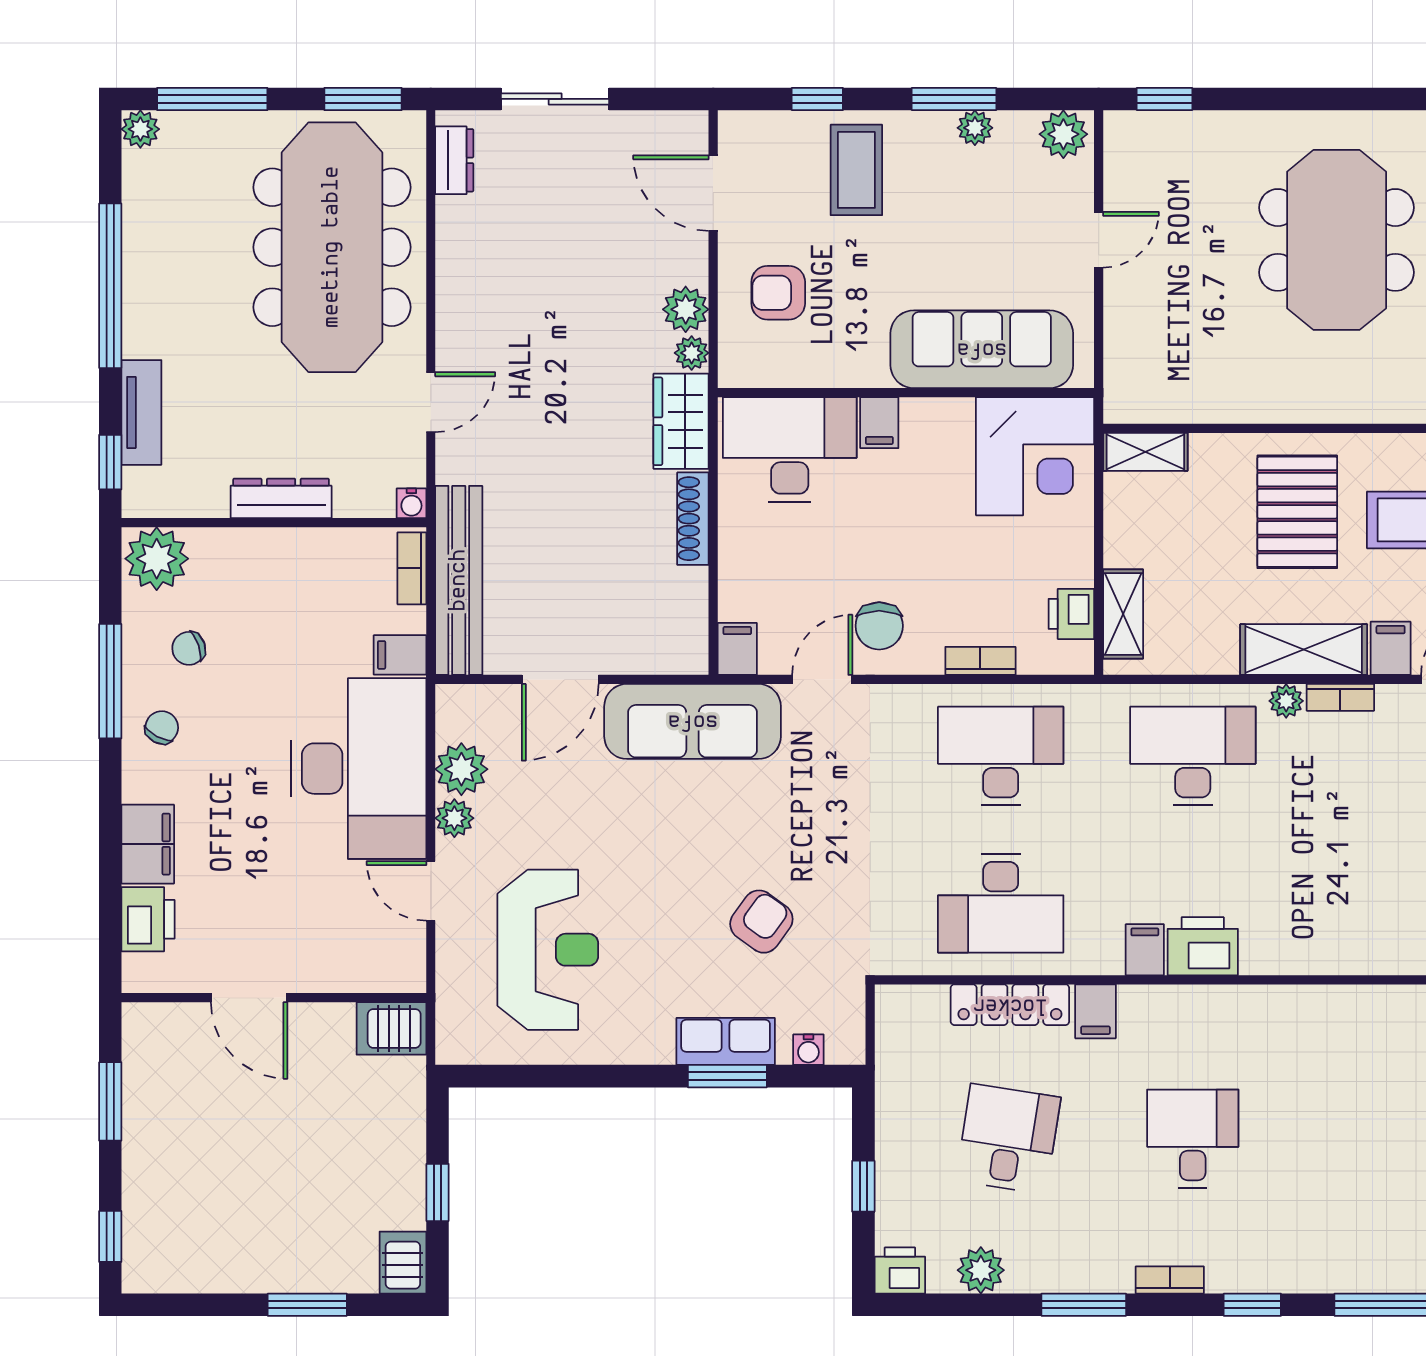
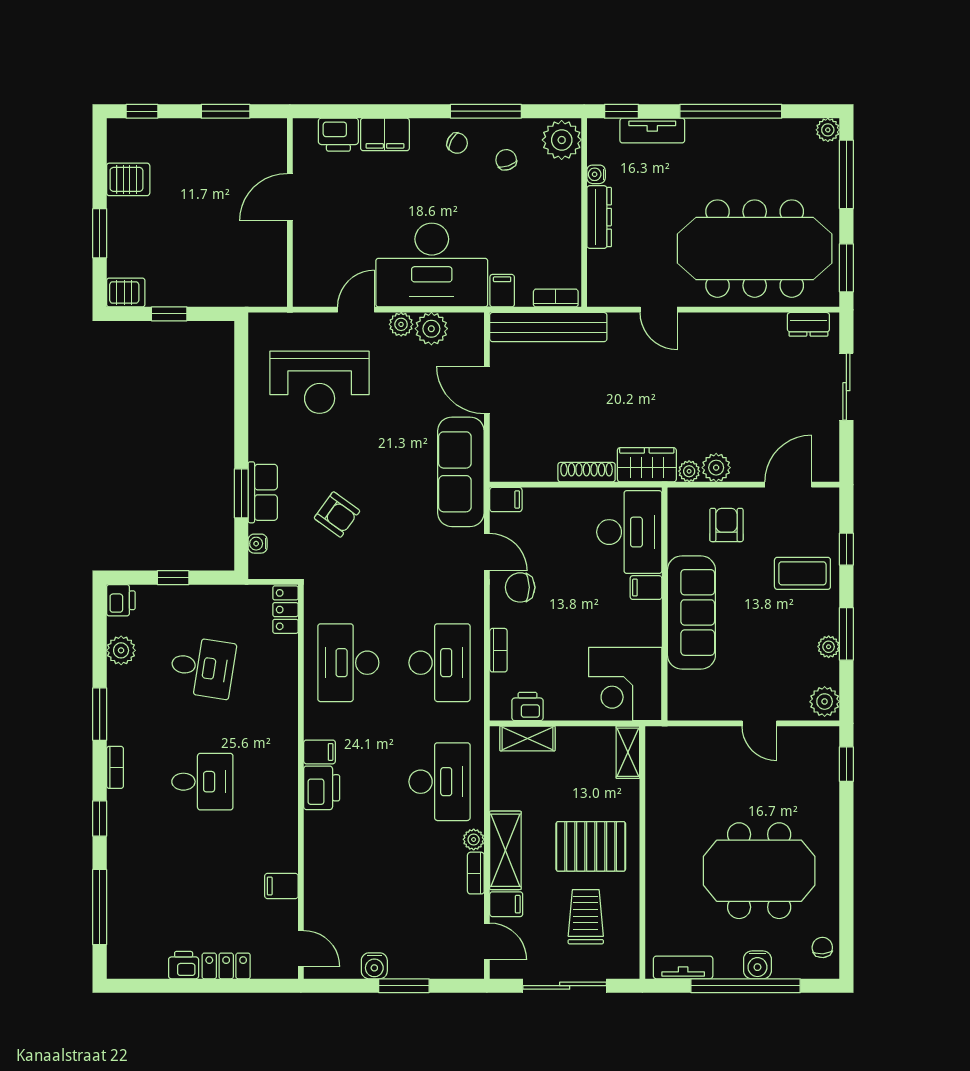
sofa: (982, 349) -> (691, 612), moved
water cooler: (411, 503) -> (596, 174), moved
locker: (1010, 1005) -> (285, 610), moved, width x0.66
filing cabinet: (1095, 1011) -> (281, 886), moved
server rack: (391, 1028) -> (128, 179), moved, turned 90

